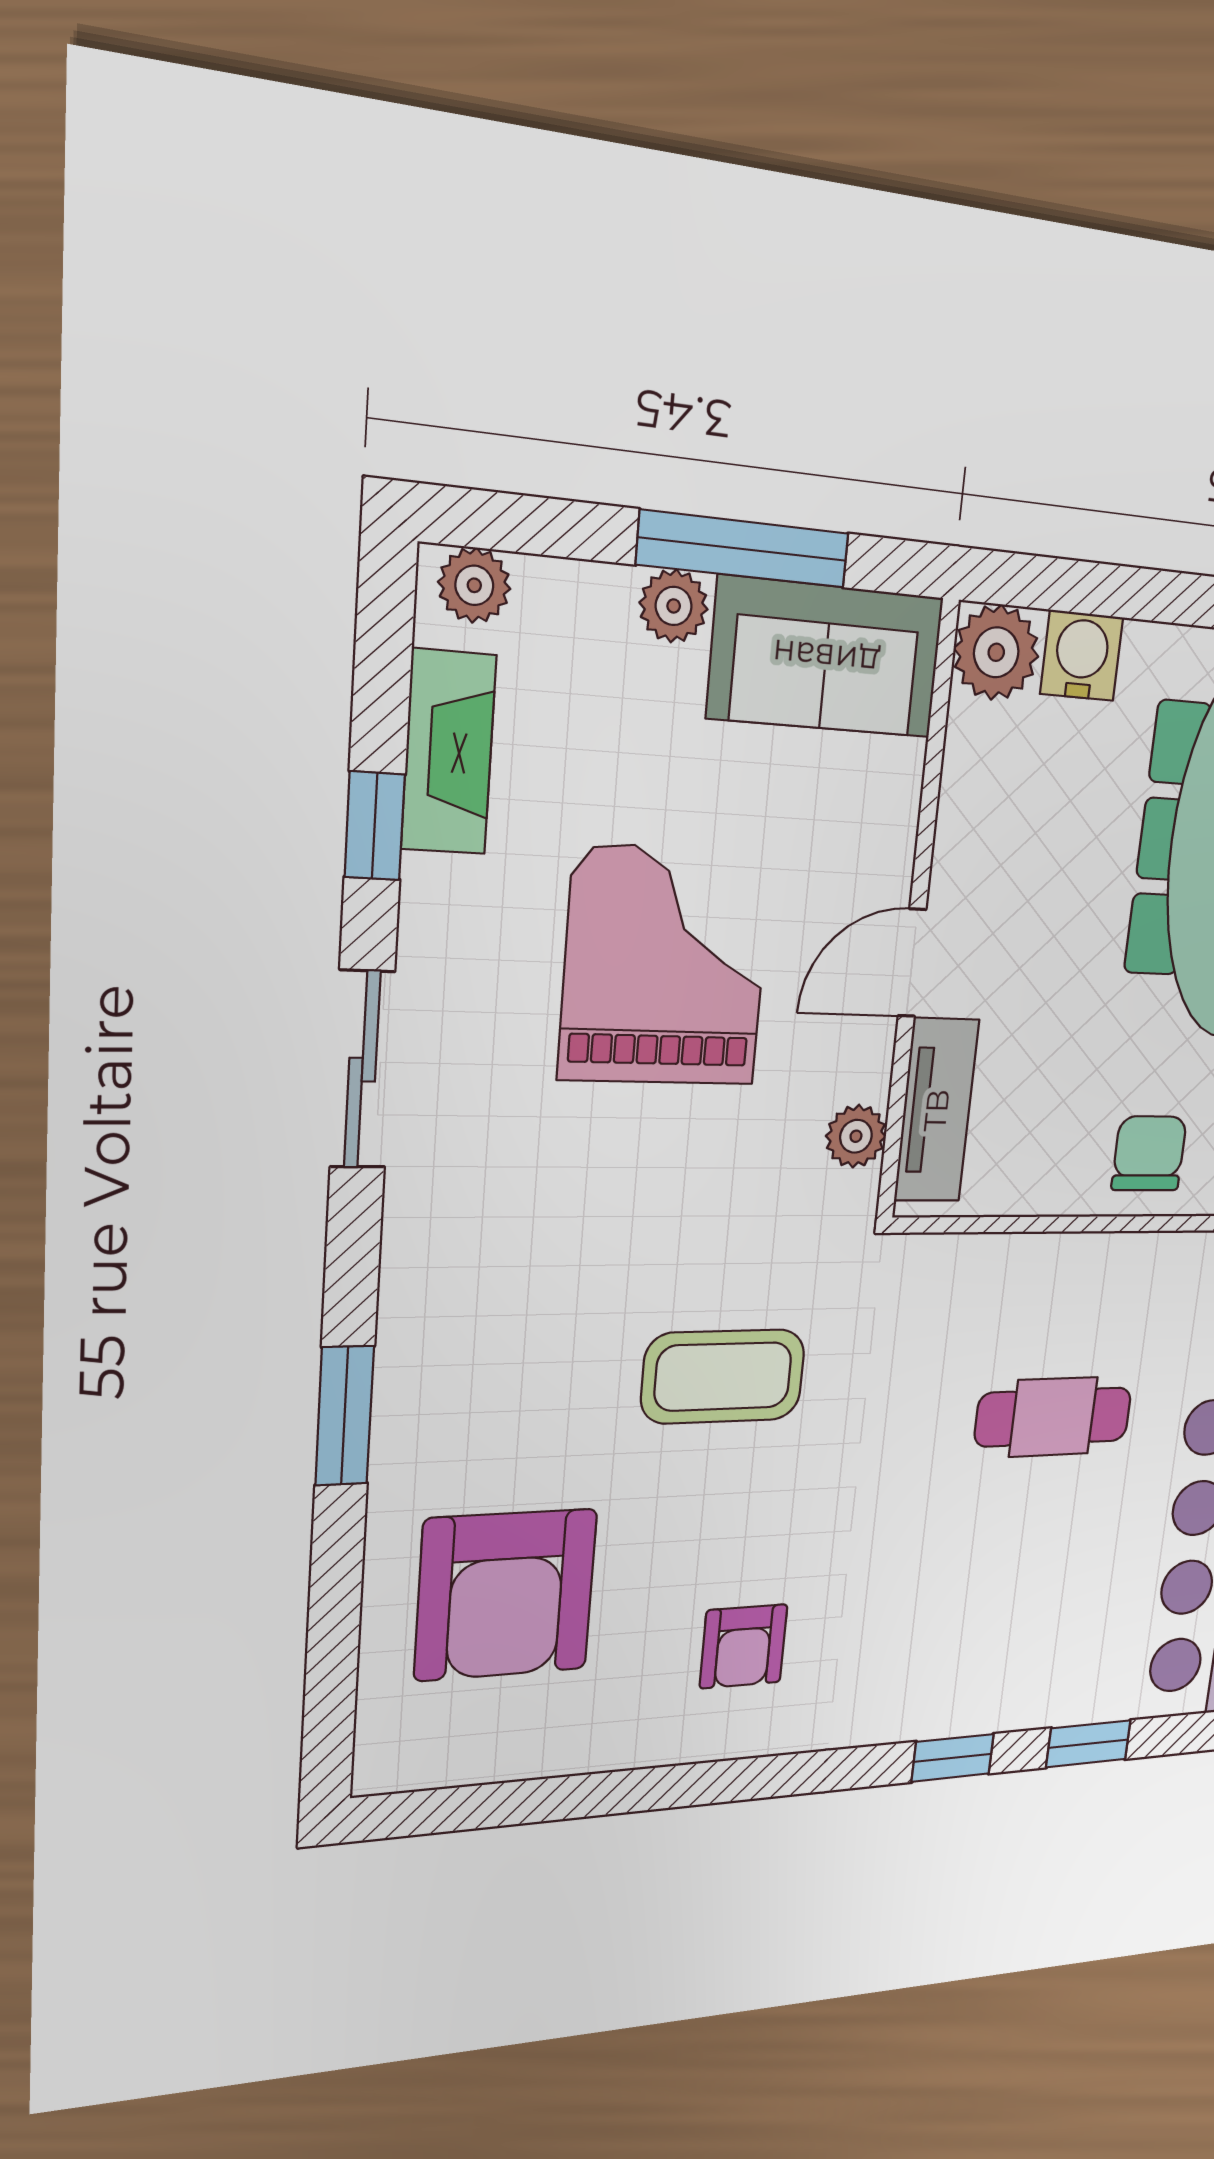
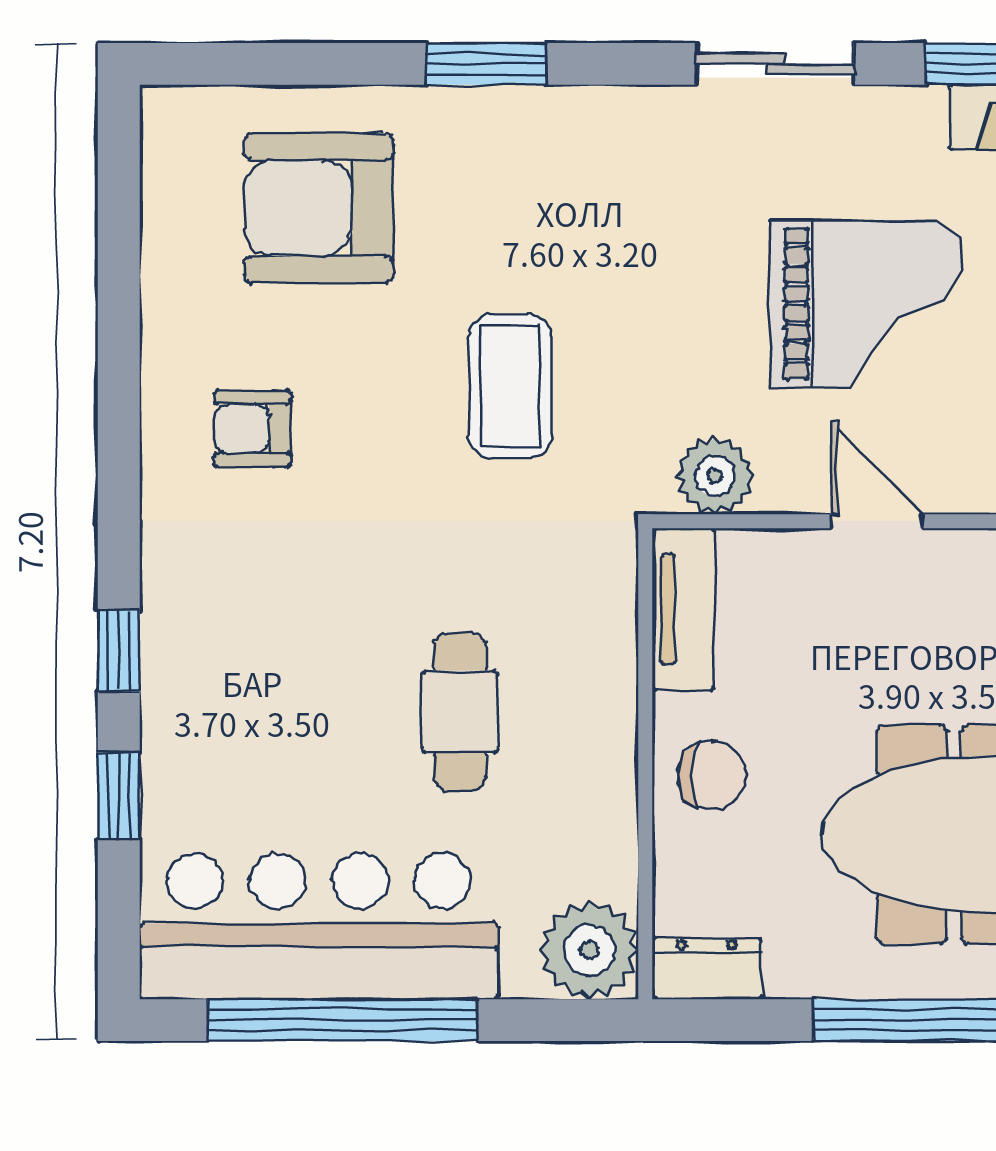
tv unit: (936, 1110) -> (683, 609), moved, turned -90
plant: (856, 1136) -> (715, 476), width x1.38, depth x1.38

